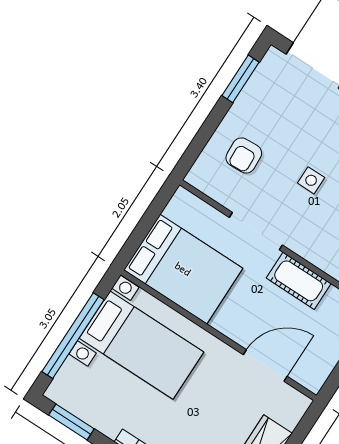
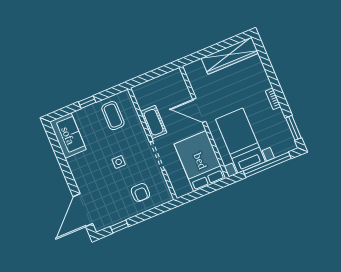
window: (240, 79) -> (119, 227), width x0.67
armchair: (244, 155) -> (140, 192), turned 93
door: (265, 365) -> (199, 110), moved

